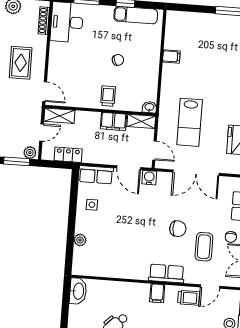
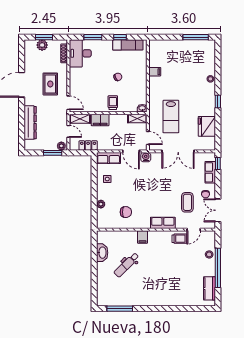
filing cabinet: (113, 121) -> (100, 120), moved
door: (42, 132) -> (68, 131), hinge flipped
chair: (178, 229) -> (126, 212), moved
washbasin: (78, 291) -> (102, 253), moved
filing cabinet: (157, 293) -> (142, 237), moved

